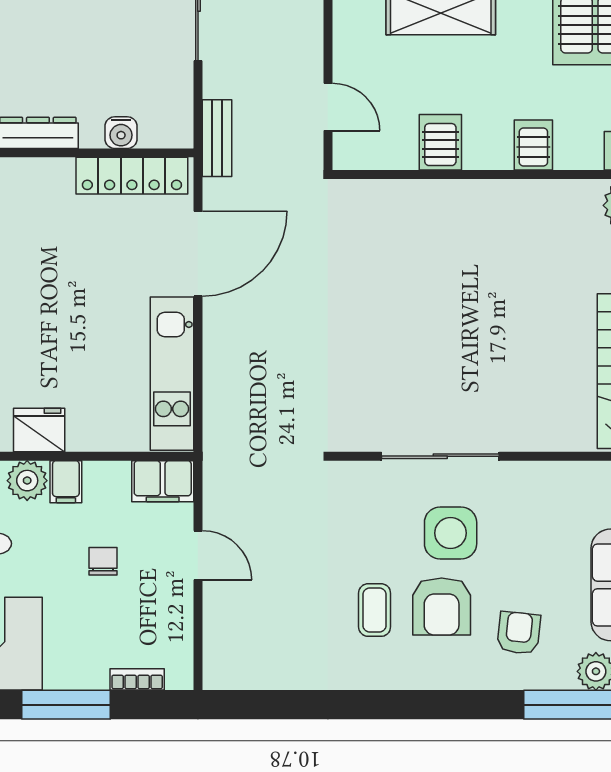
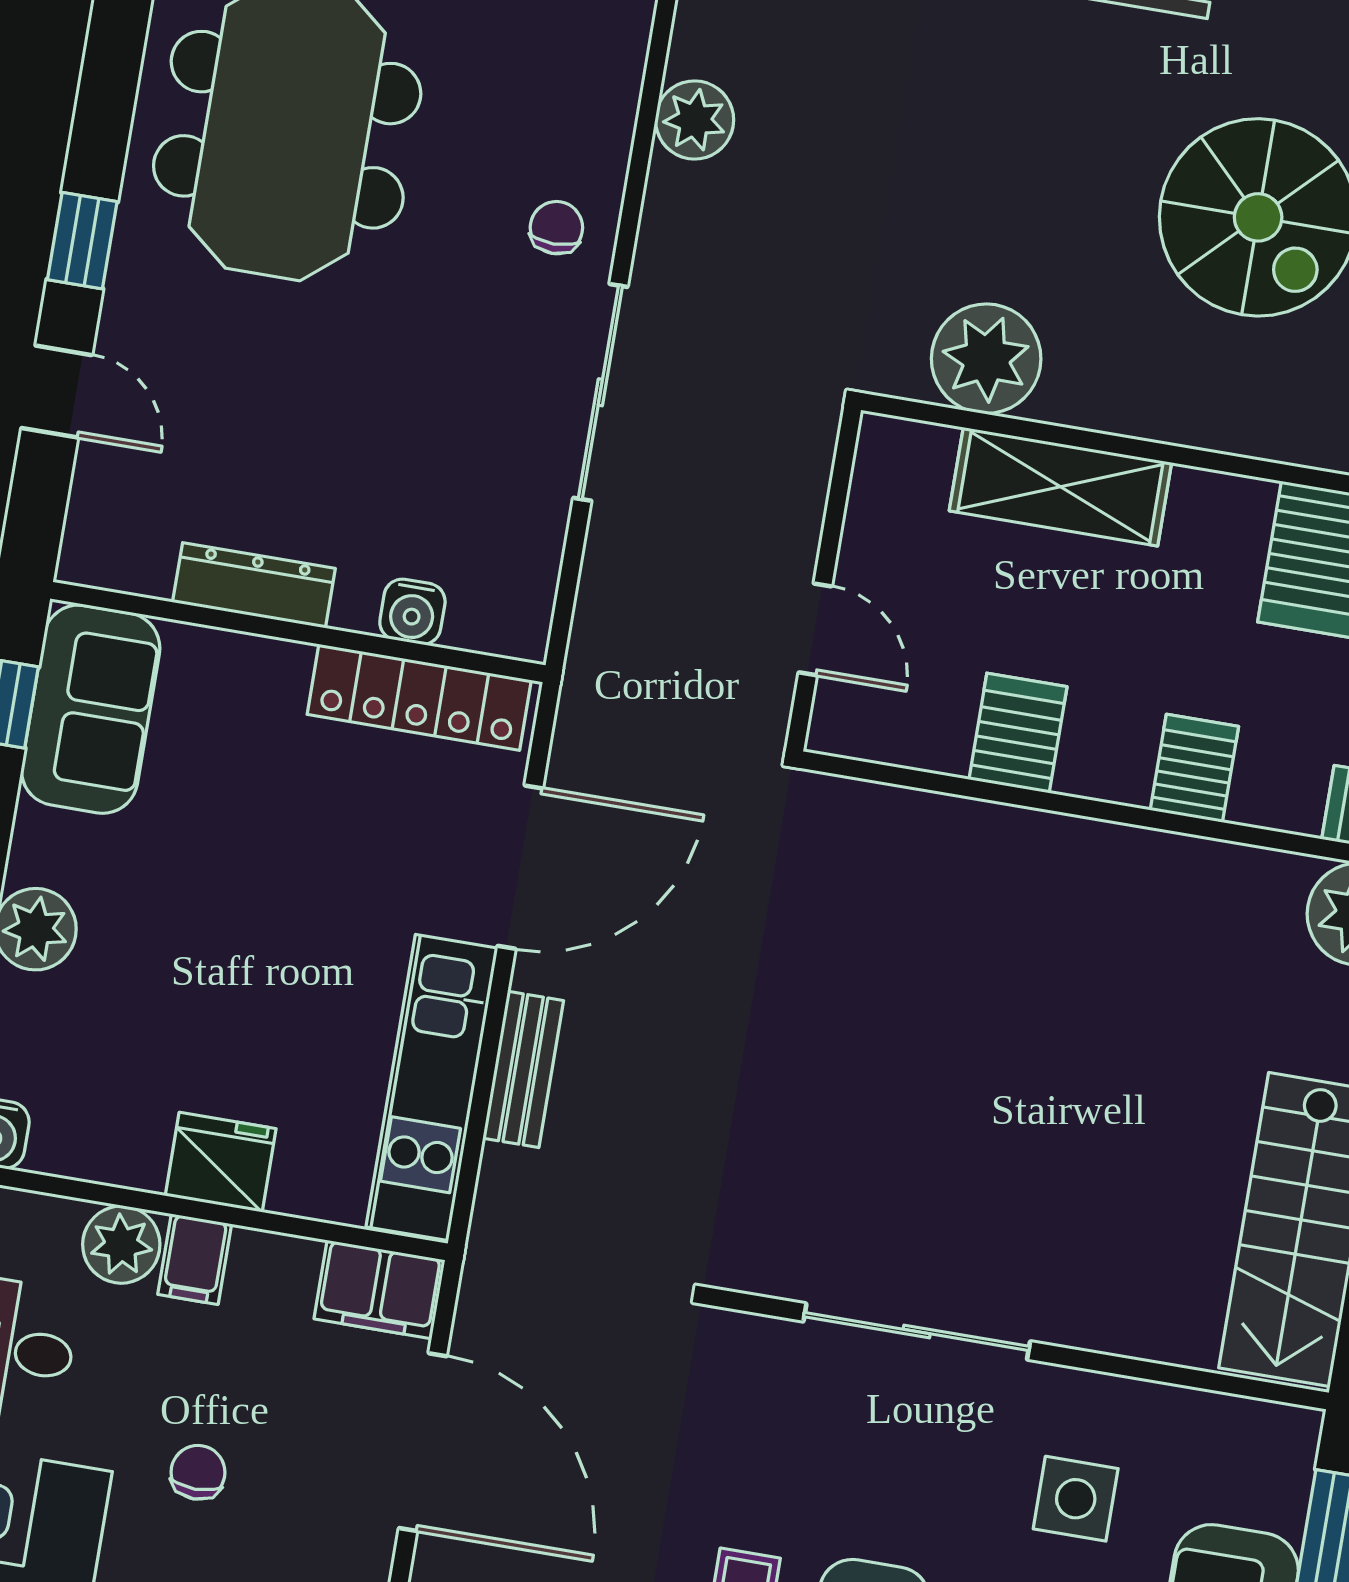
bench: (217, 138) -> (523, 1069), moved
fridge: (39, 430) -> (221, 1162), moved
side table: (451, 533) -> (1076, 1499), moved, width x0.73, depth x0.73
door: (198, 555) -> (423, 1442), width x1.87
chair: (103, 561) -> (198, 1472), moved

